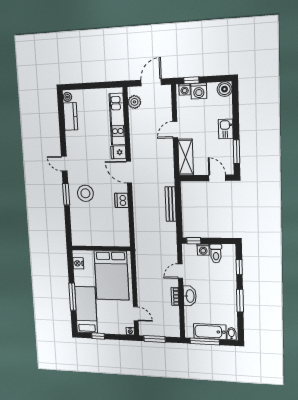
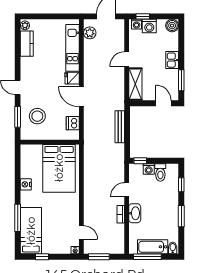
wall: (101, 248) -> (50, 142), moved
bed: (111, 275) -> (59, 168), moved

